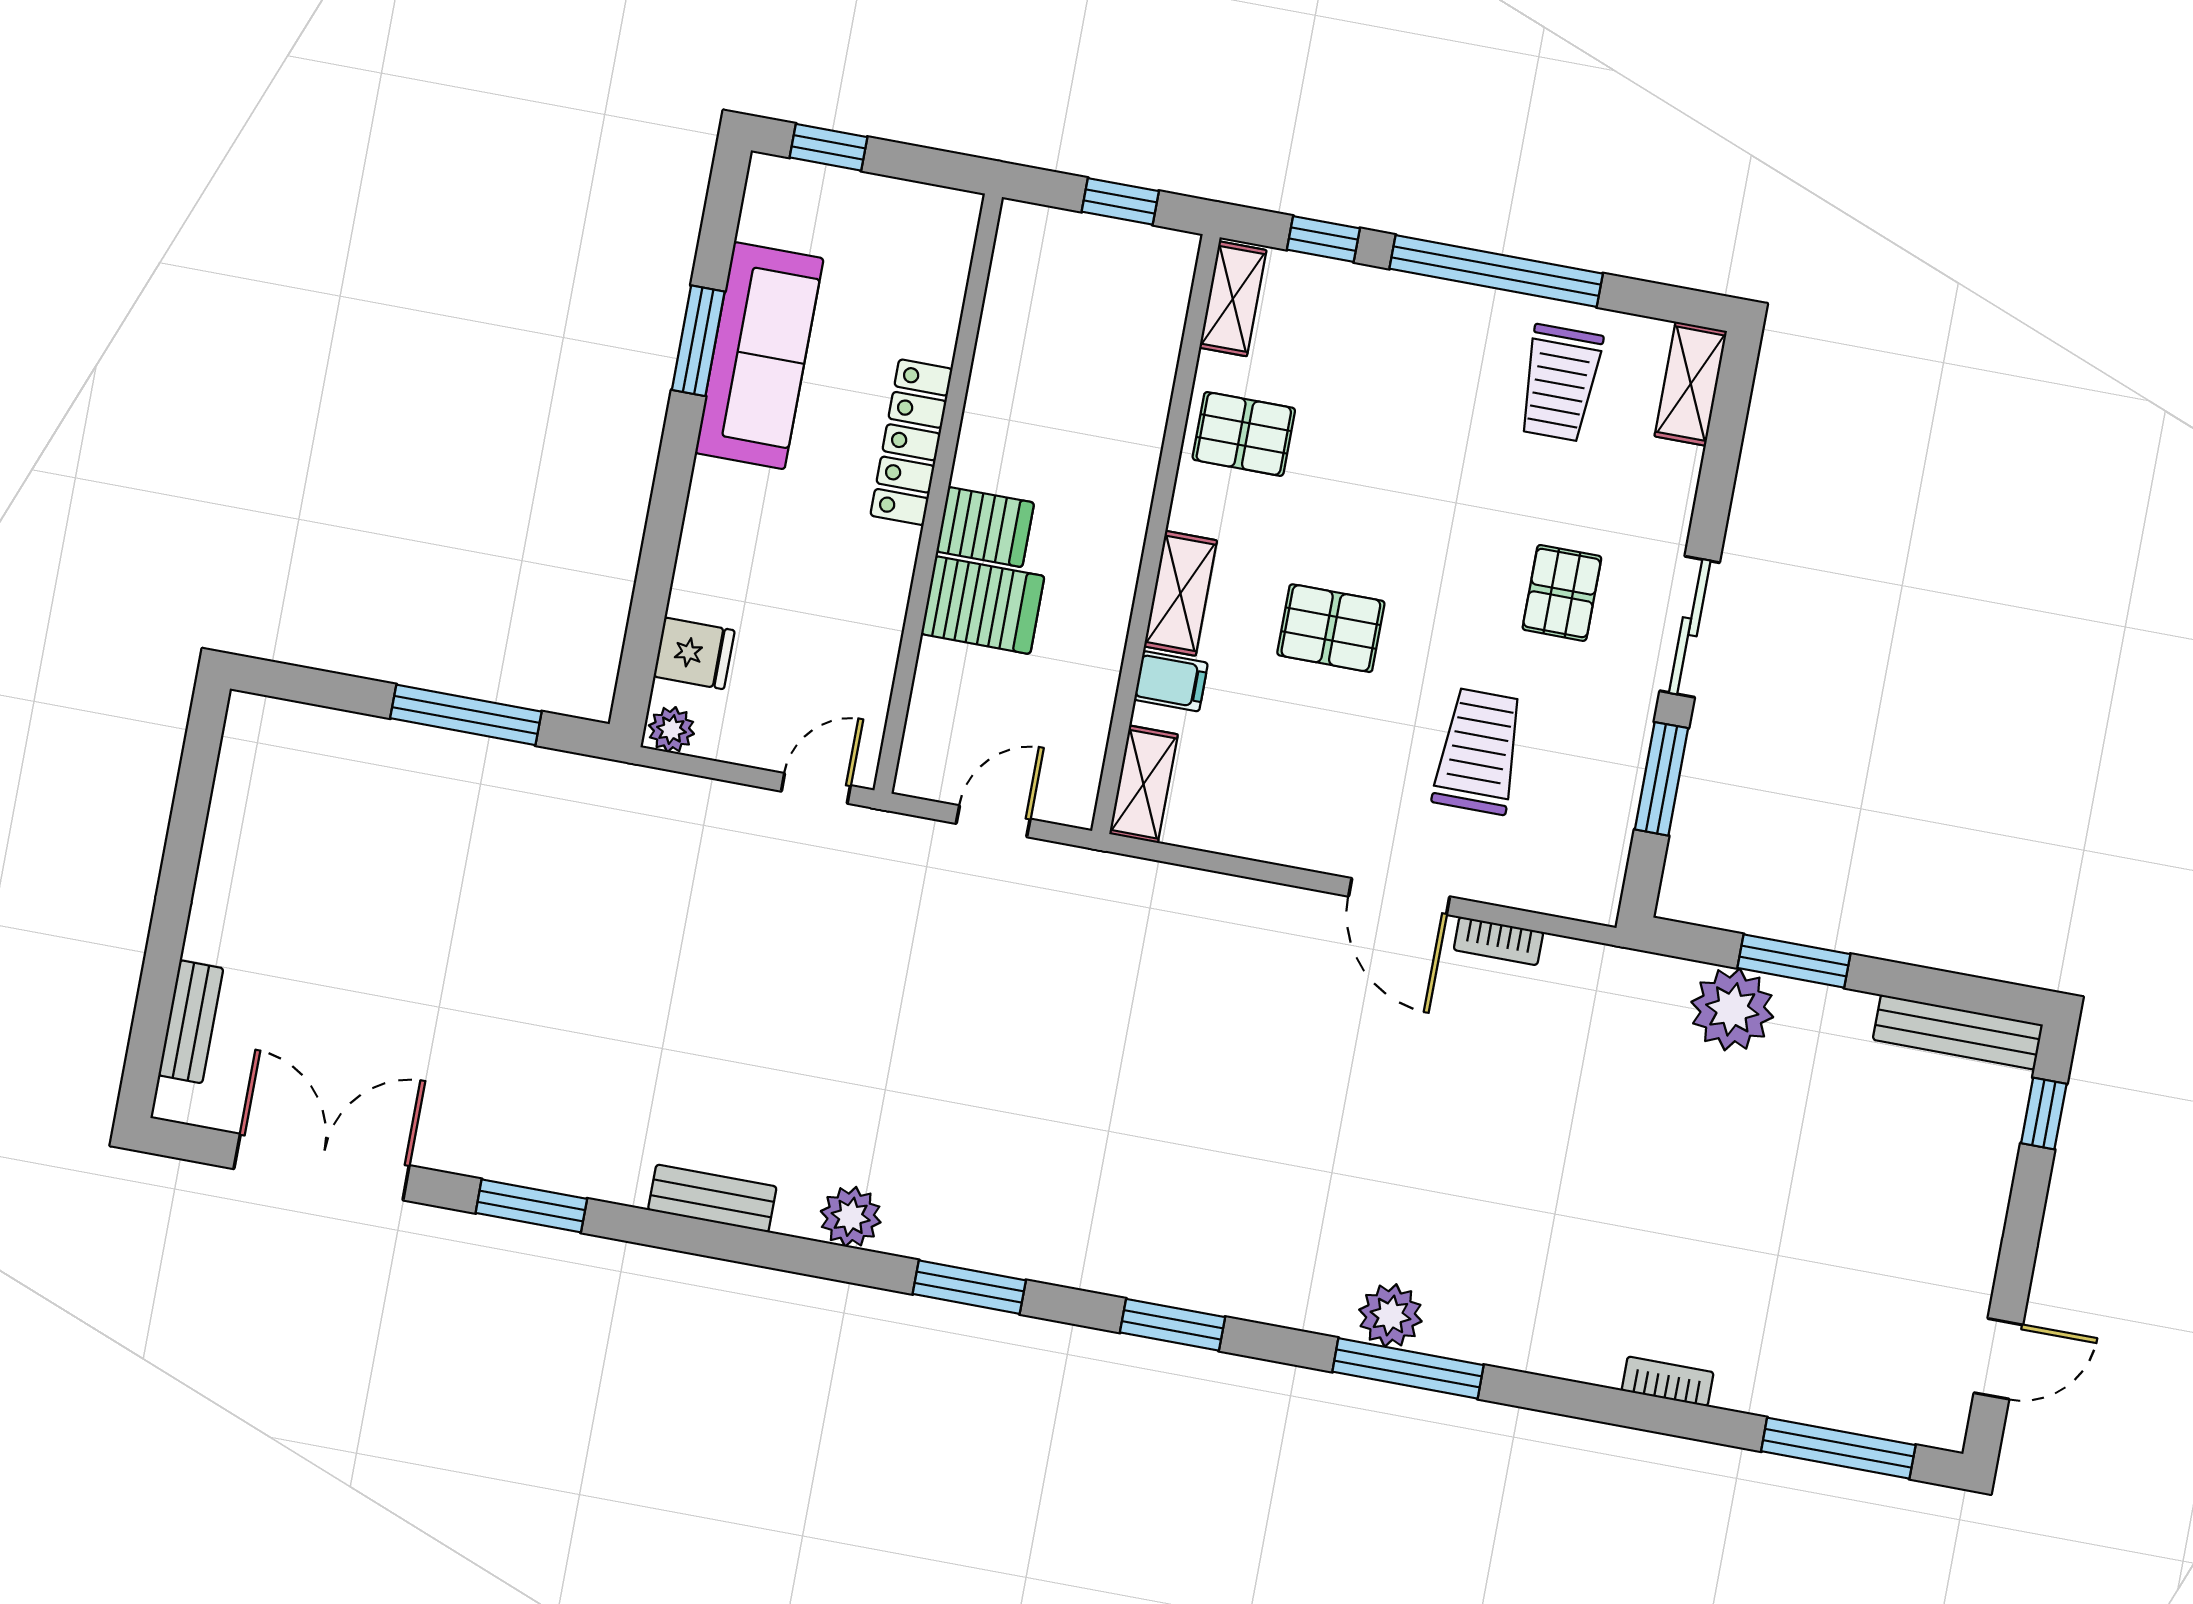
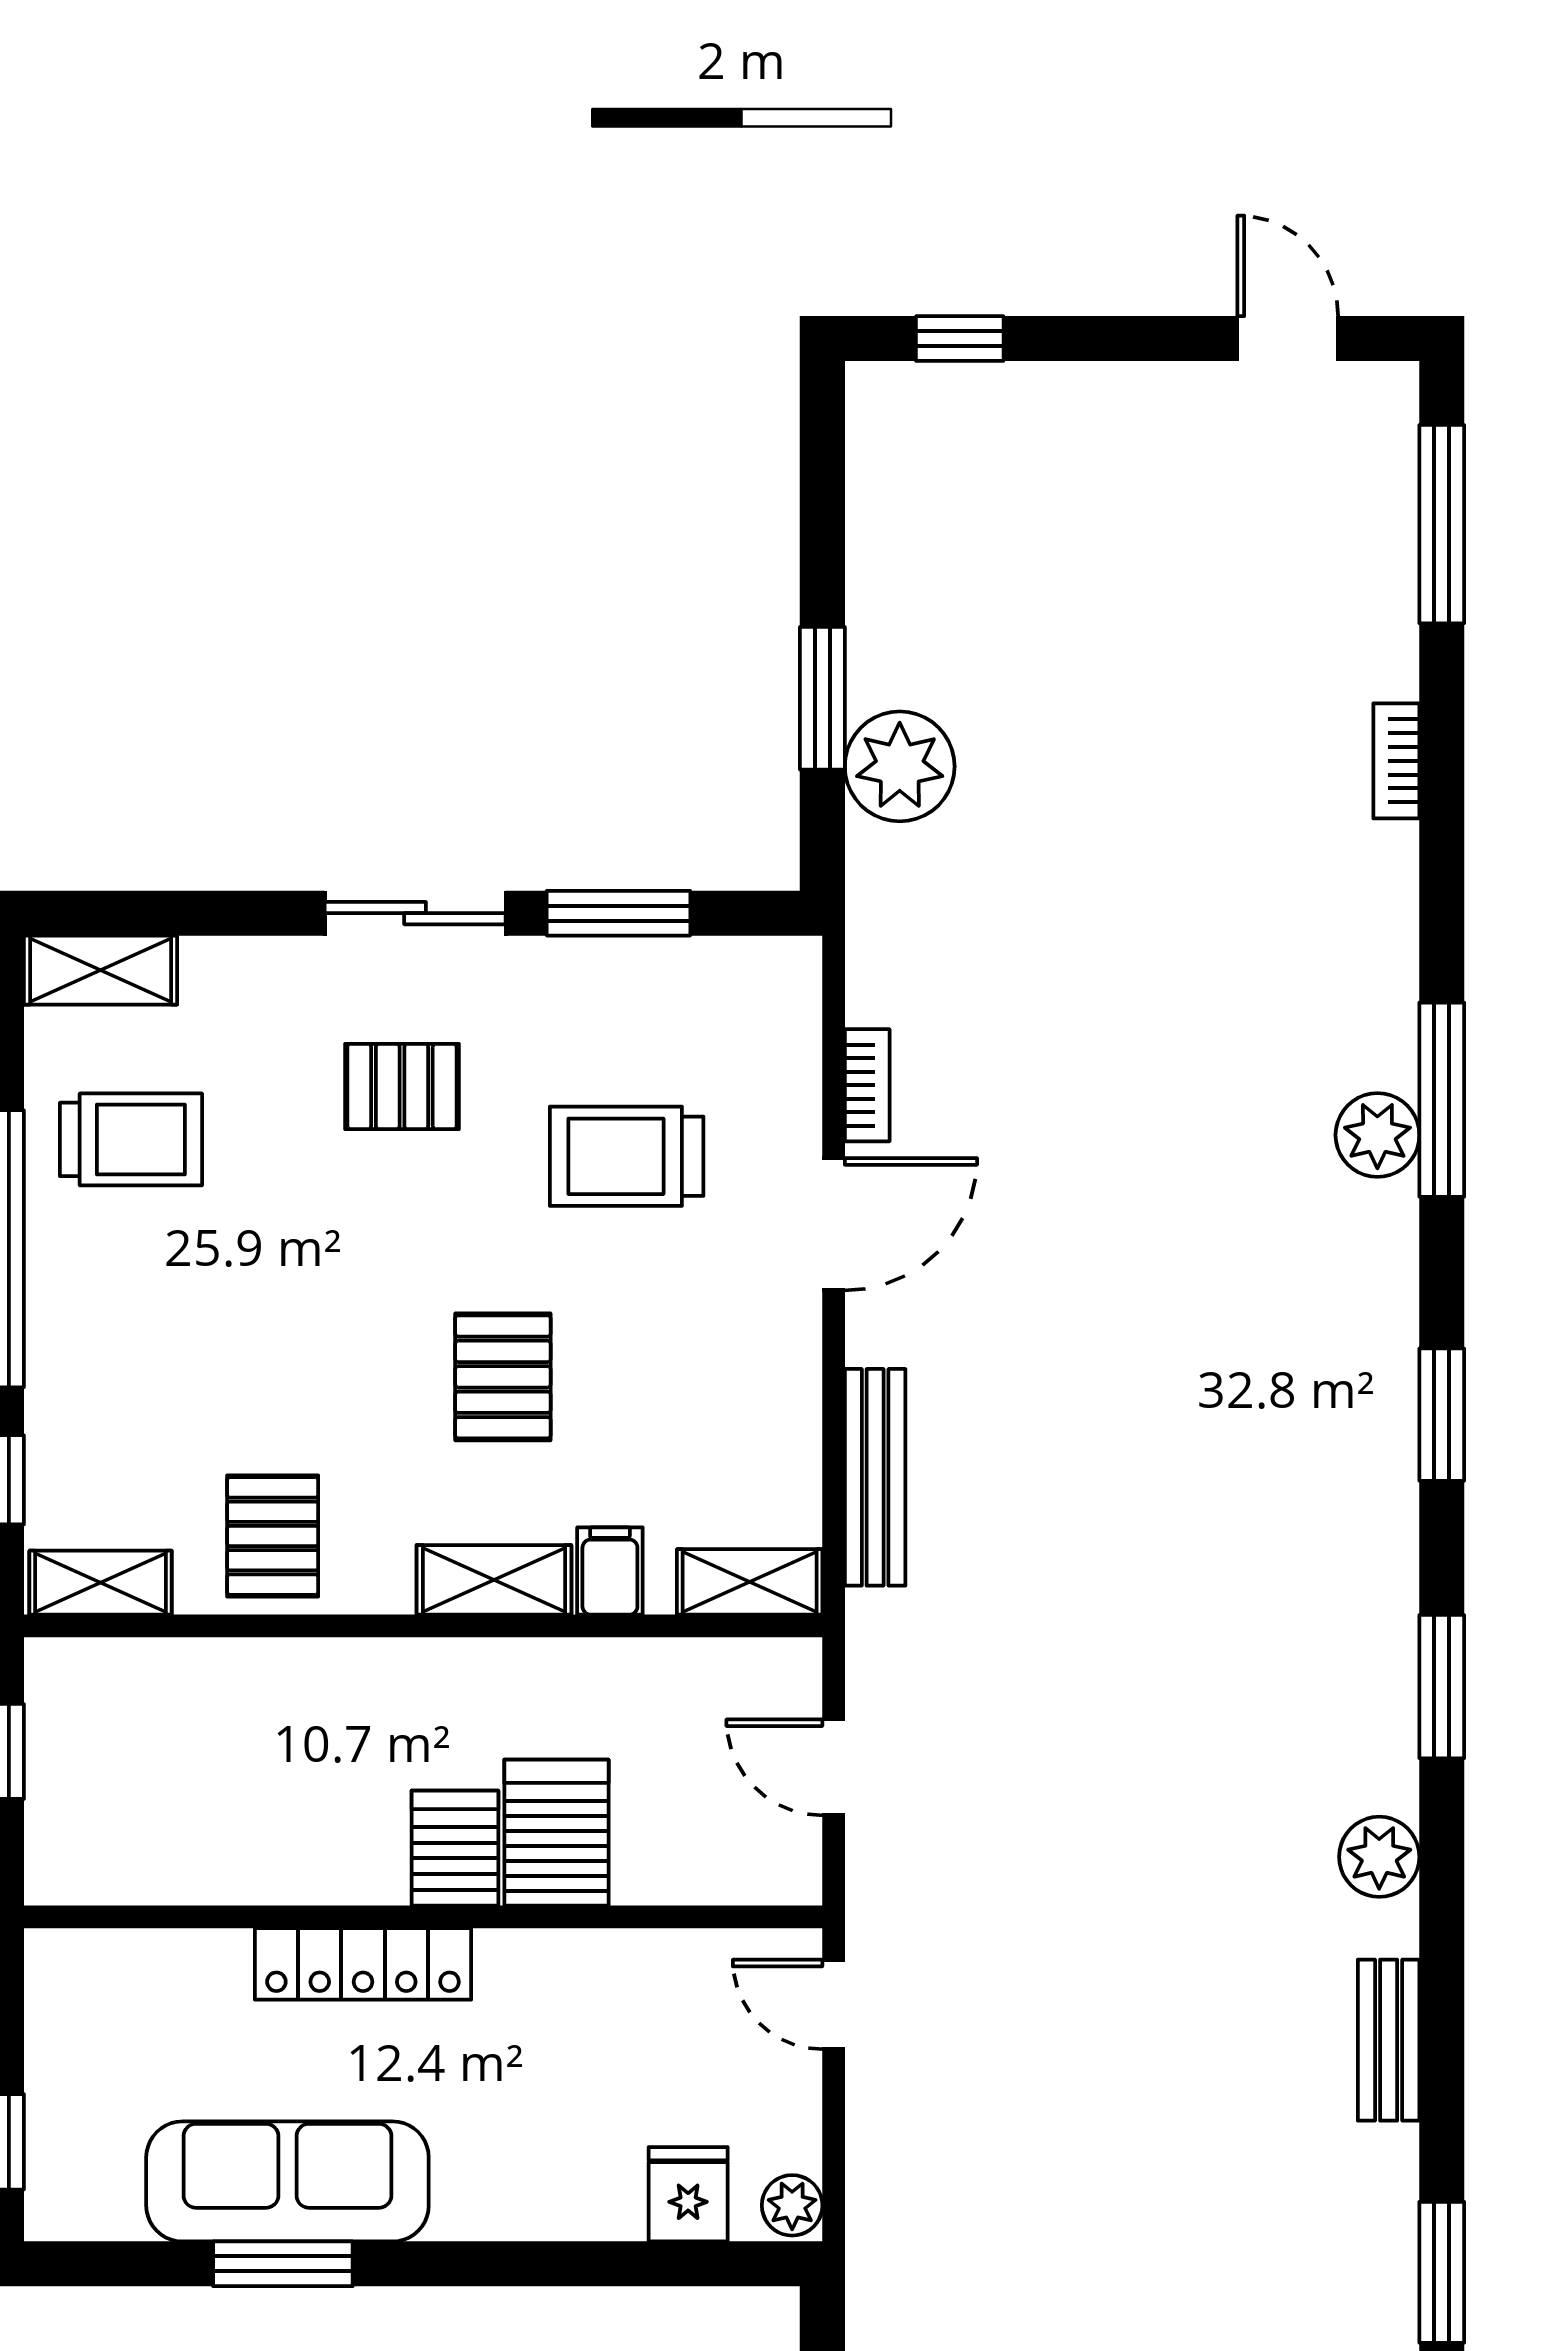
bench: (1958, 1032) -> (875, 1477), moved

